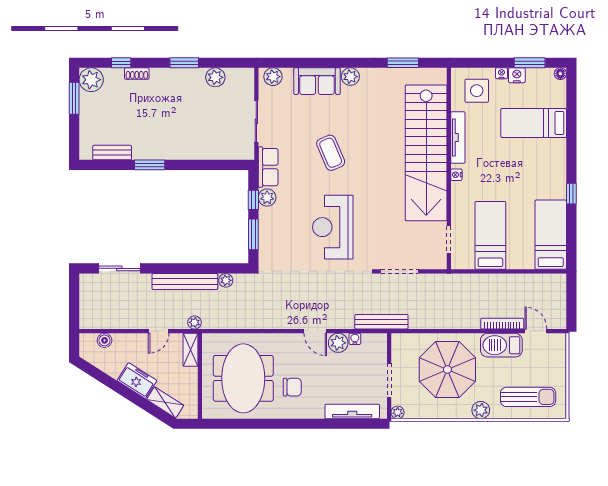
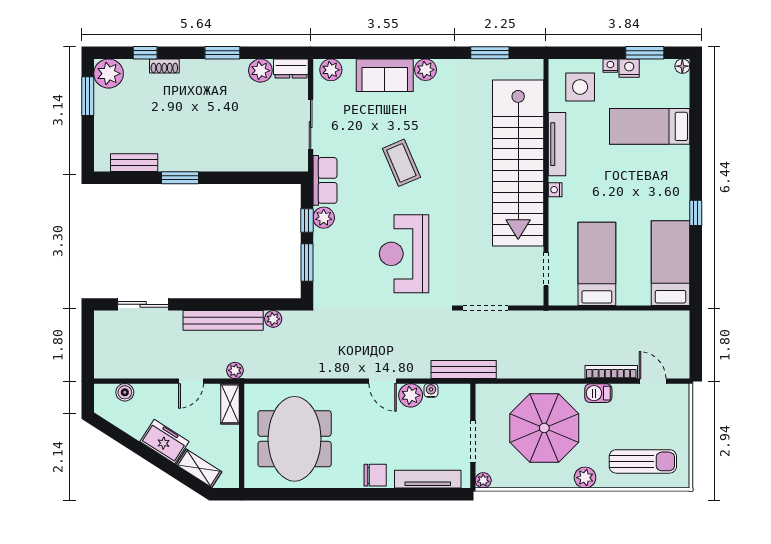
dresser: (240, 76) -> (291, 69), added
barbecue: (501, 345) -> (598, 393), width x0.53, depth x0.65
chair: (292, 387) -> (375, 475), moved

